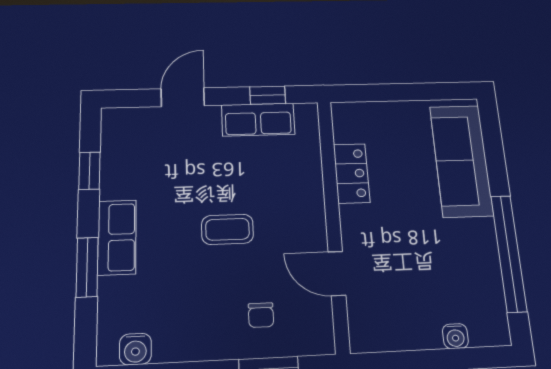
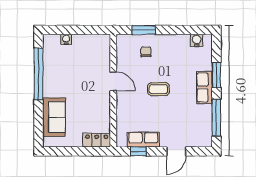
sofa: (461, 160) -> (54, 117), width x0.73
window: (89, 171) -> (216, 118), width x2.17
locker: (352, 173) -> (97, 140), moved, turned 90
door: (337, 274) -> (113, 81), moved

